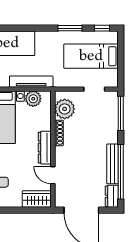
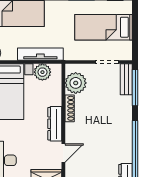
bench: (112, 164) -> (126, 79), moved, width x0.73
door: (53, 175) -> (63, 153), swing flipped

